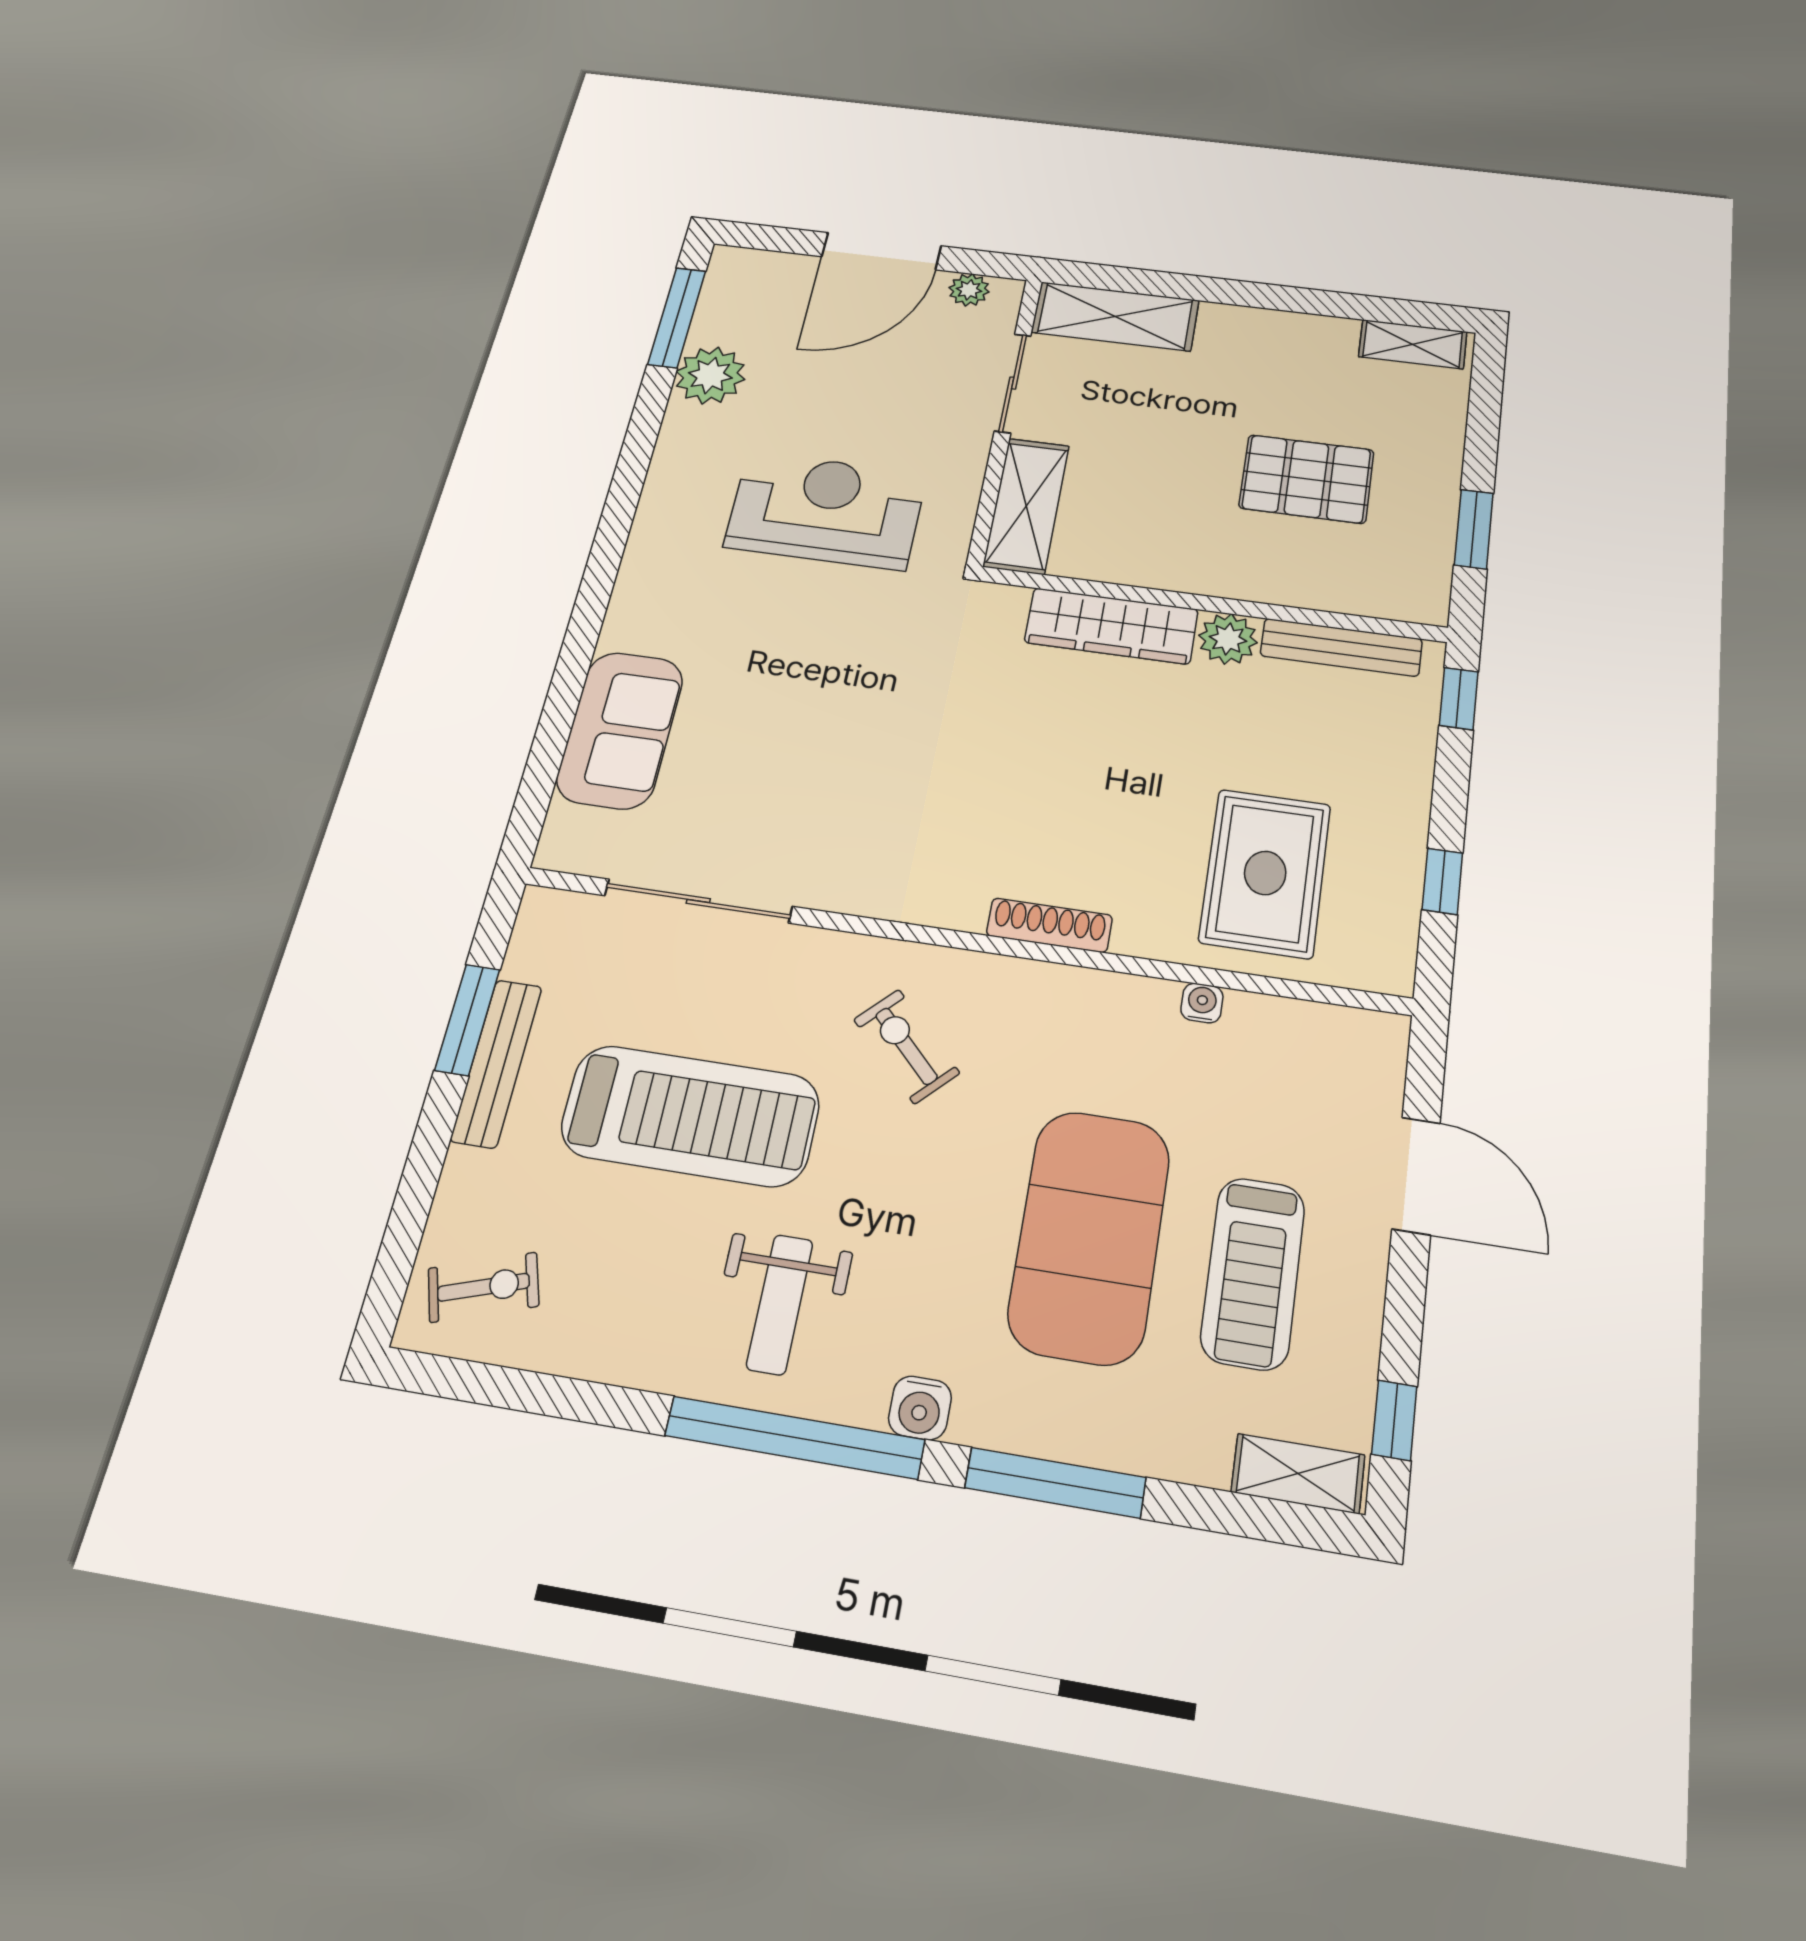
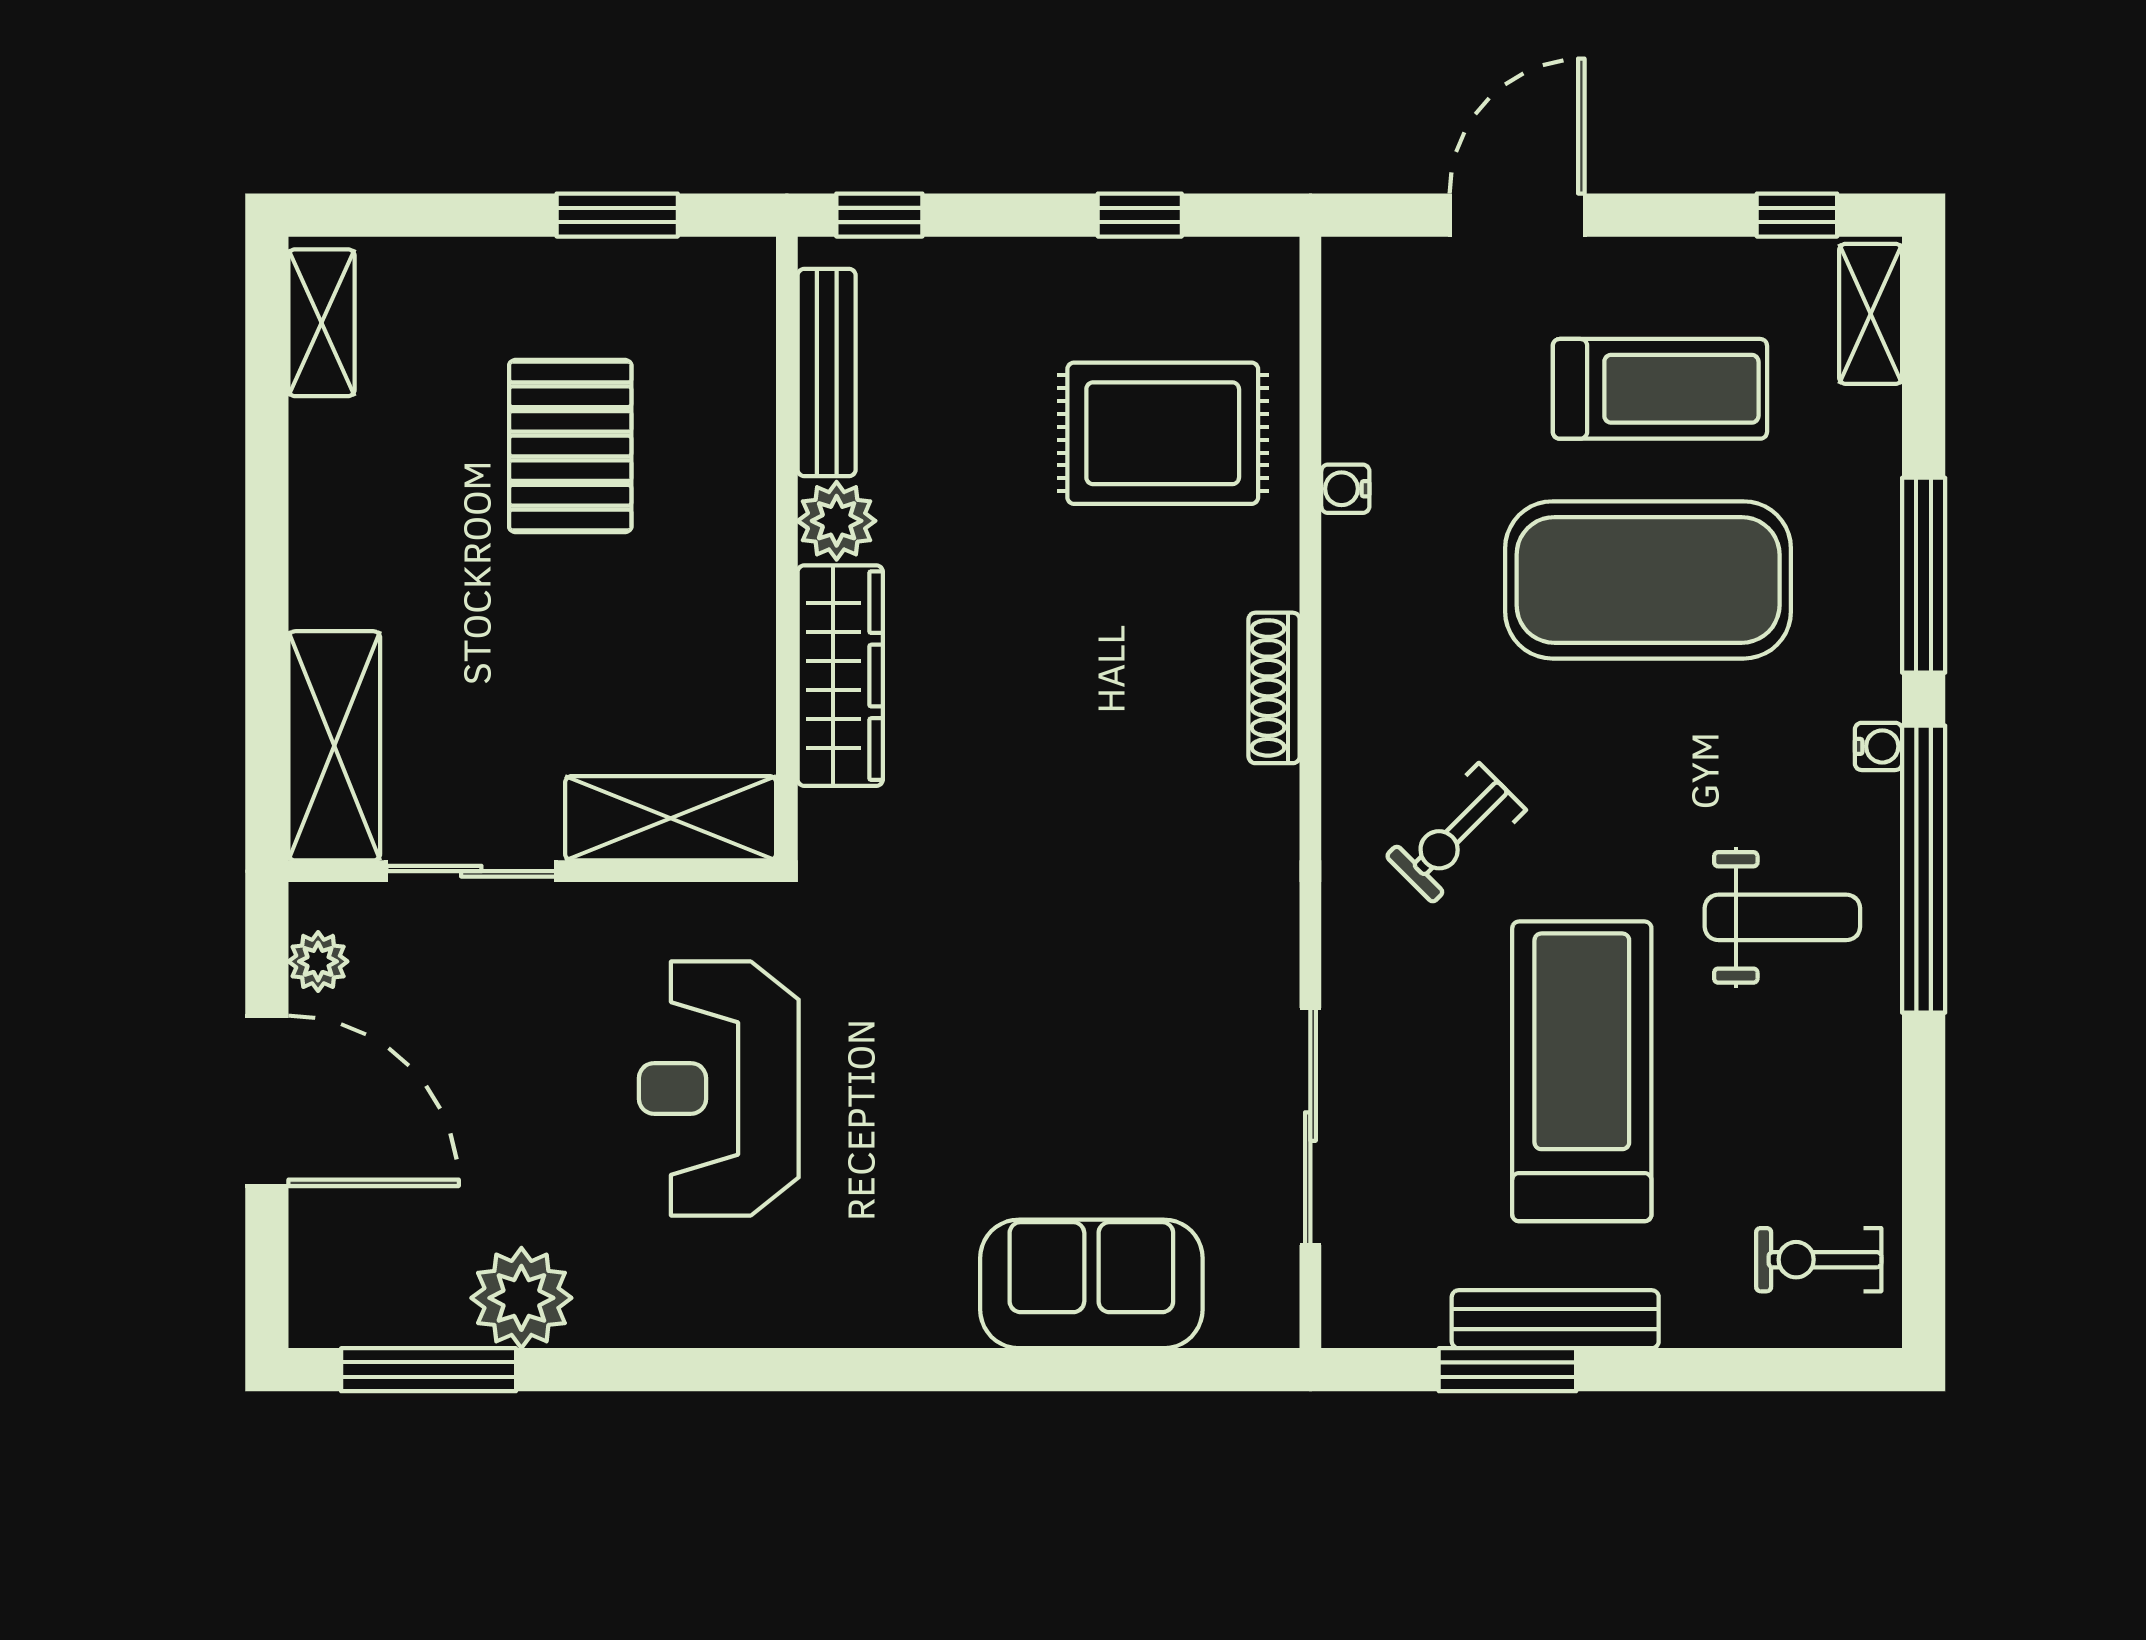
exercise bike: (483, 1287) -> (1819, 1260), turned -72
water cooler: (920, 1408) -> (1878, 746), width x0.72, depth x0.72

